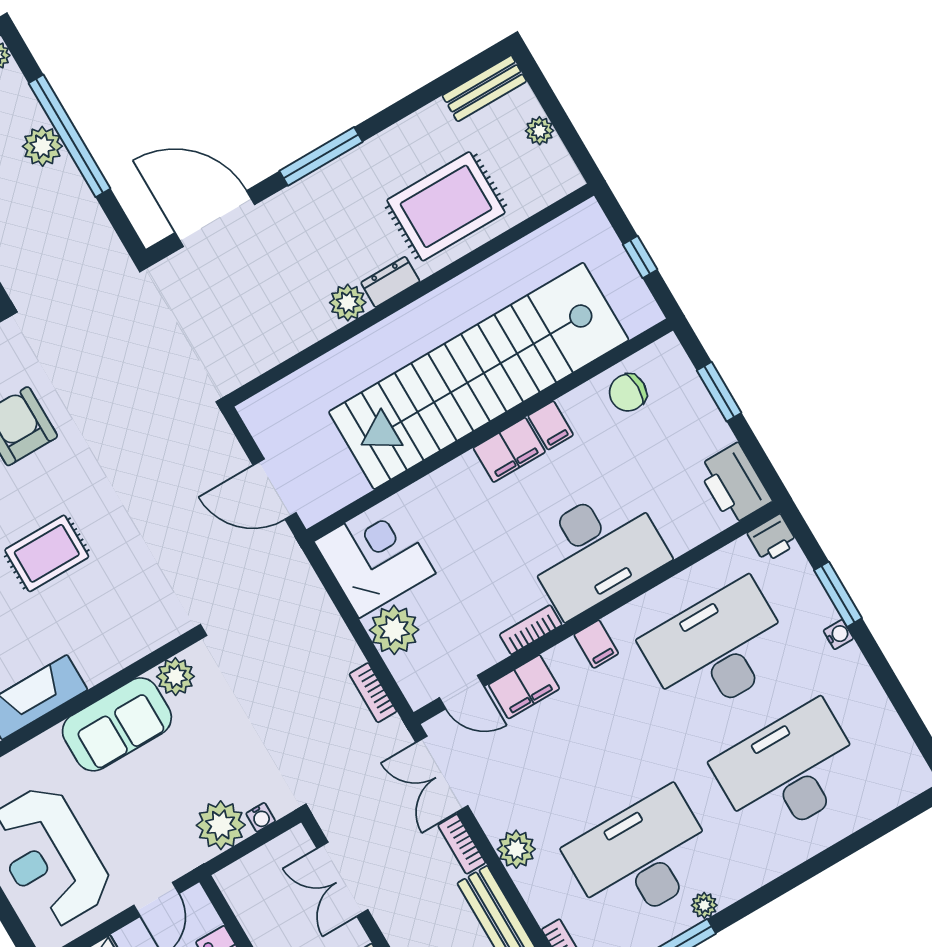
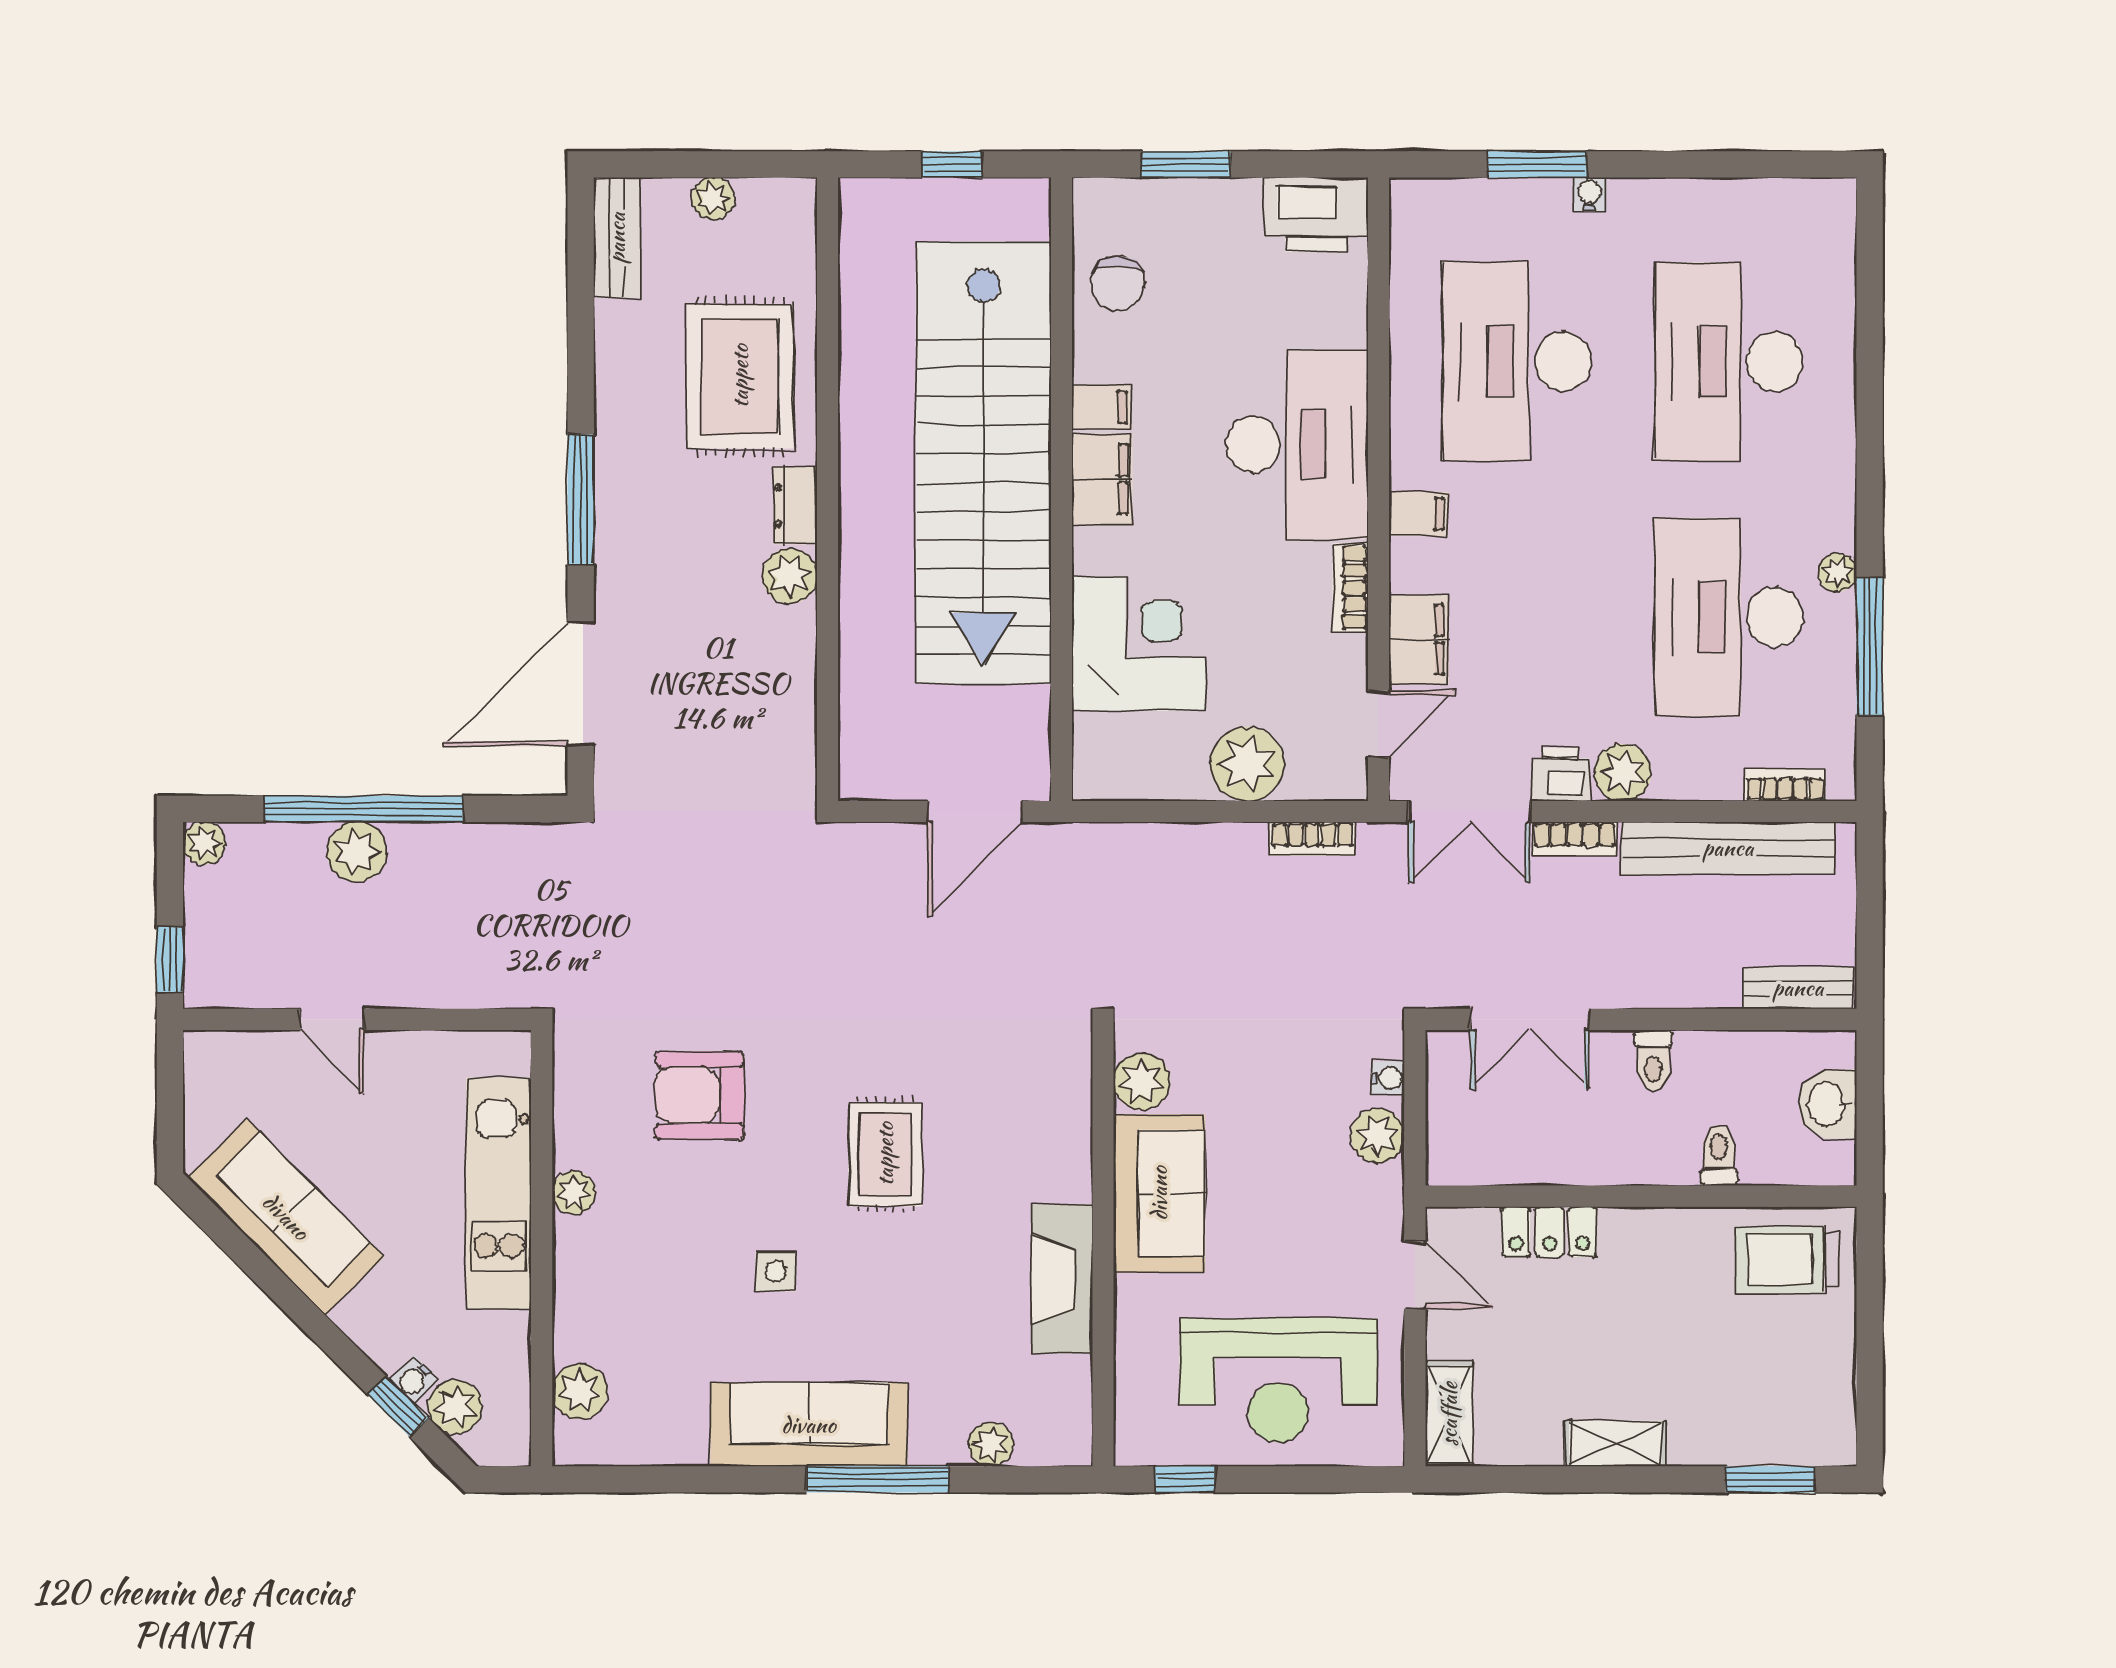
printer: (772, 538) -> (1561, 774), moved, turned -90
corner desk: (375, 557) -> (1139, 644), moved, turned 90
plant: (221, 825) -> (1378, 1136), width x0.73, depth x0.73

